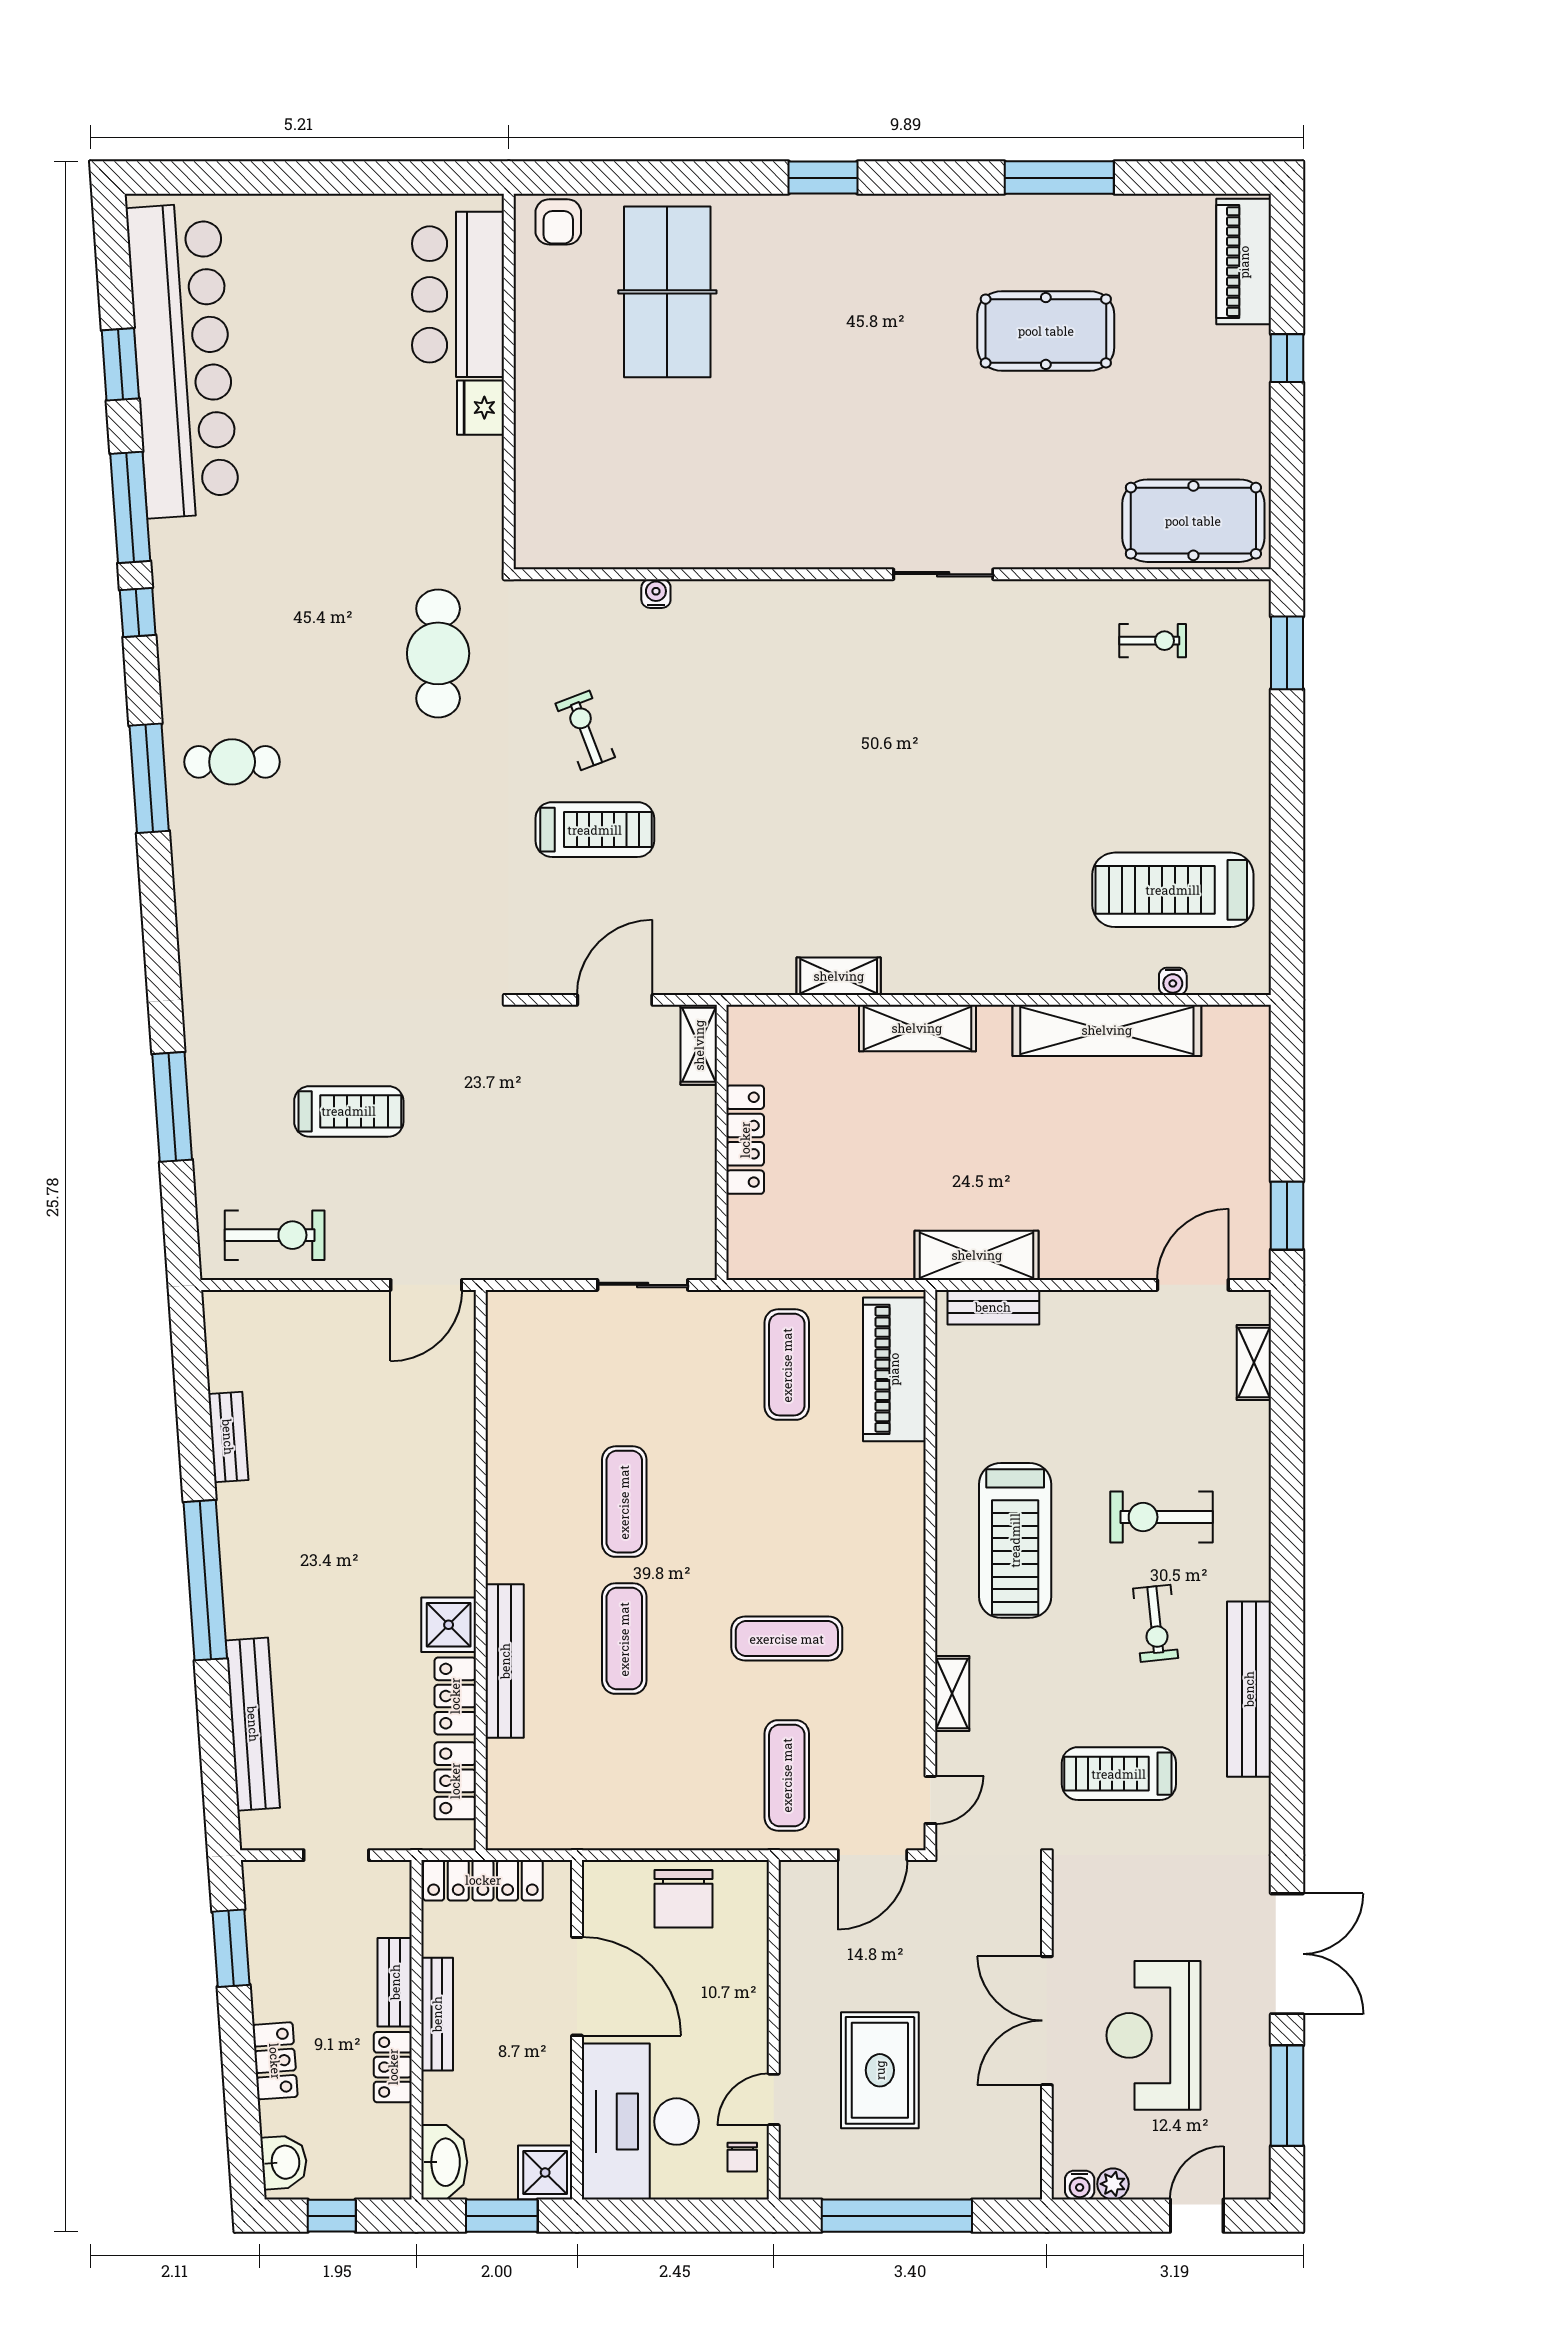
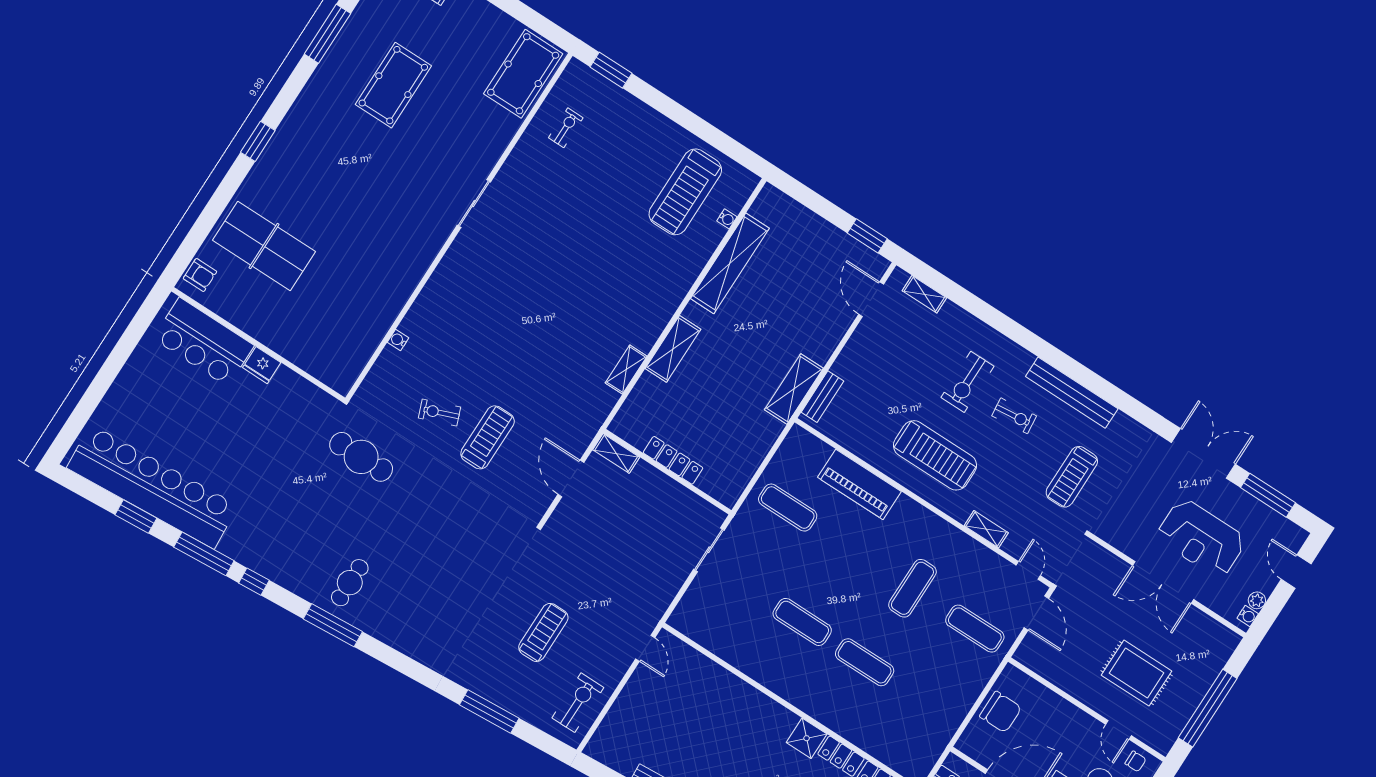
door: (426, 1285) -> (645, 648), width x0.73
piano: (894, 1369) -> (859, 484), moved
bench: (505, 1661) -> (840, 723), removed

